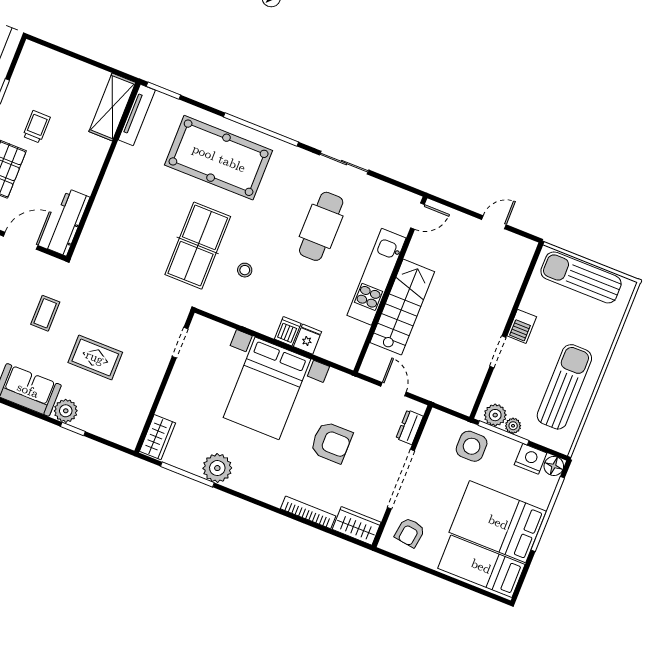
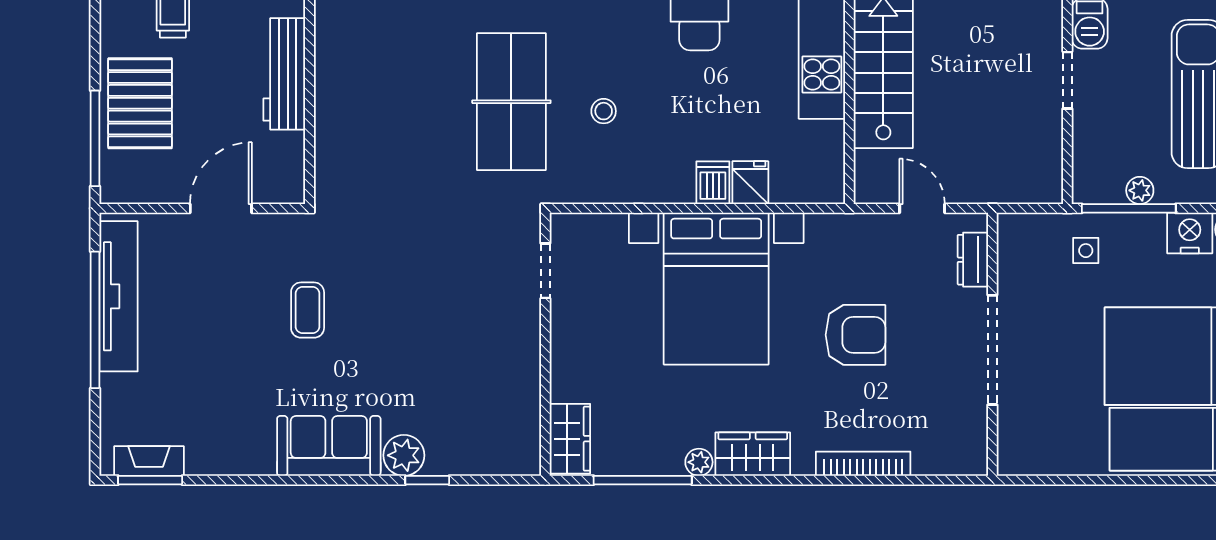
workbench: (67, 222) -> (284, 74), moved
rug: (95, 357) -> (417, 350), removed
plant: (495, 415) -> (1104, 185), removed
side table: (472, 446) -> (1086, 251), width x0.54, depth x0.54
plant: (217, 468) -> (699, 462), width x0.53, depth x0.53
wardrobe: (357, 526) -> (753, 454), moved
armchair: (410, 532) -> (1041, 430), removed

